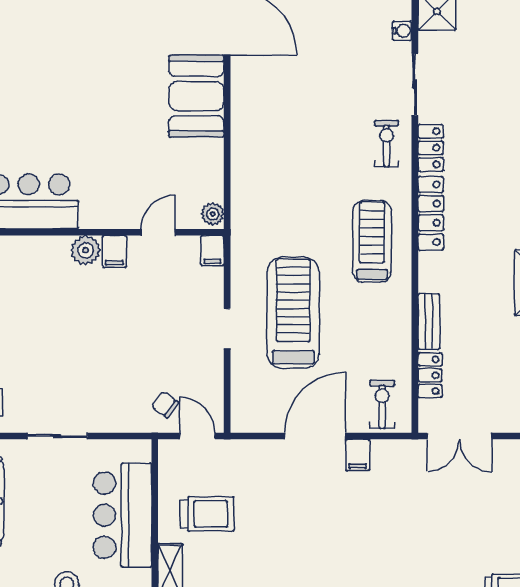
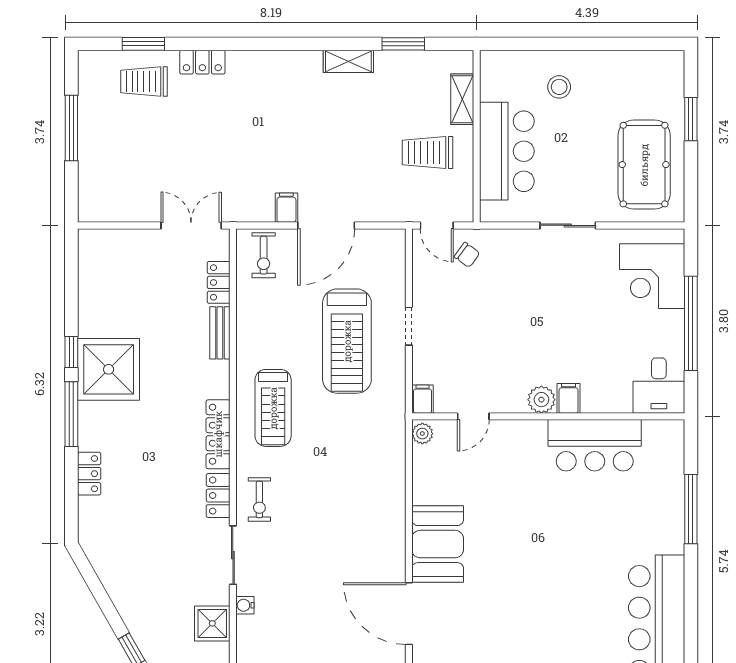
filing cabinet: (115, 251) -> (569, 398), moved

